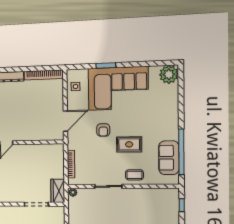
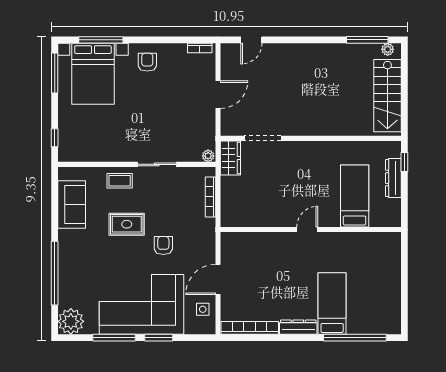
window: (138, 64) -> (114, 338), added
door: (65, 121) -> (218, 279), moved
window: (181, 152) -> (55, 273), moved

